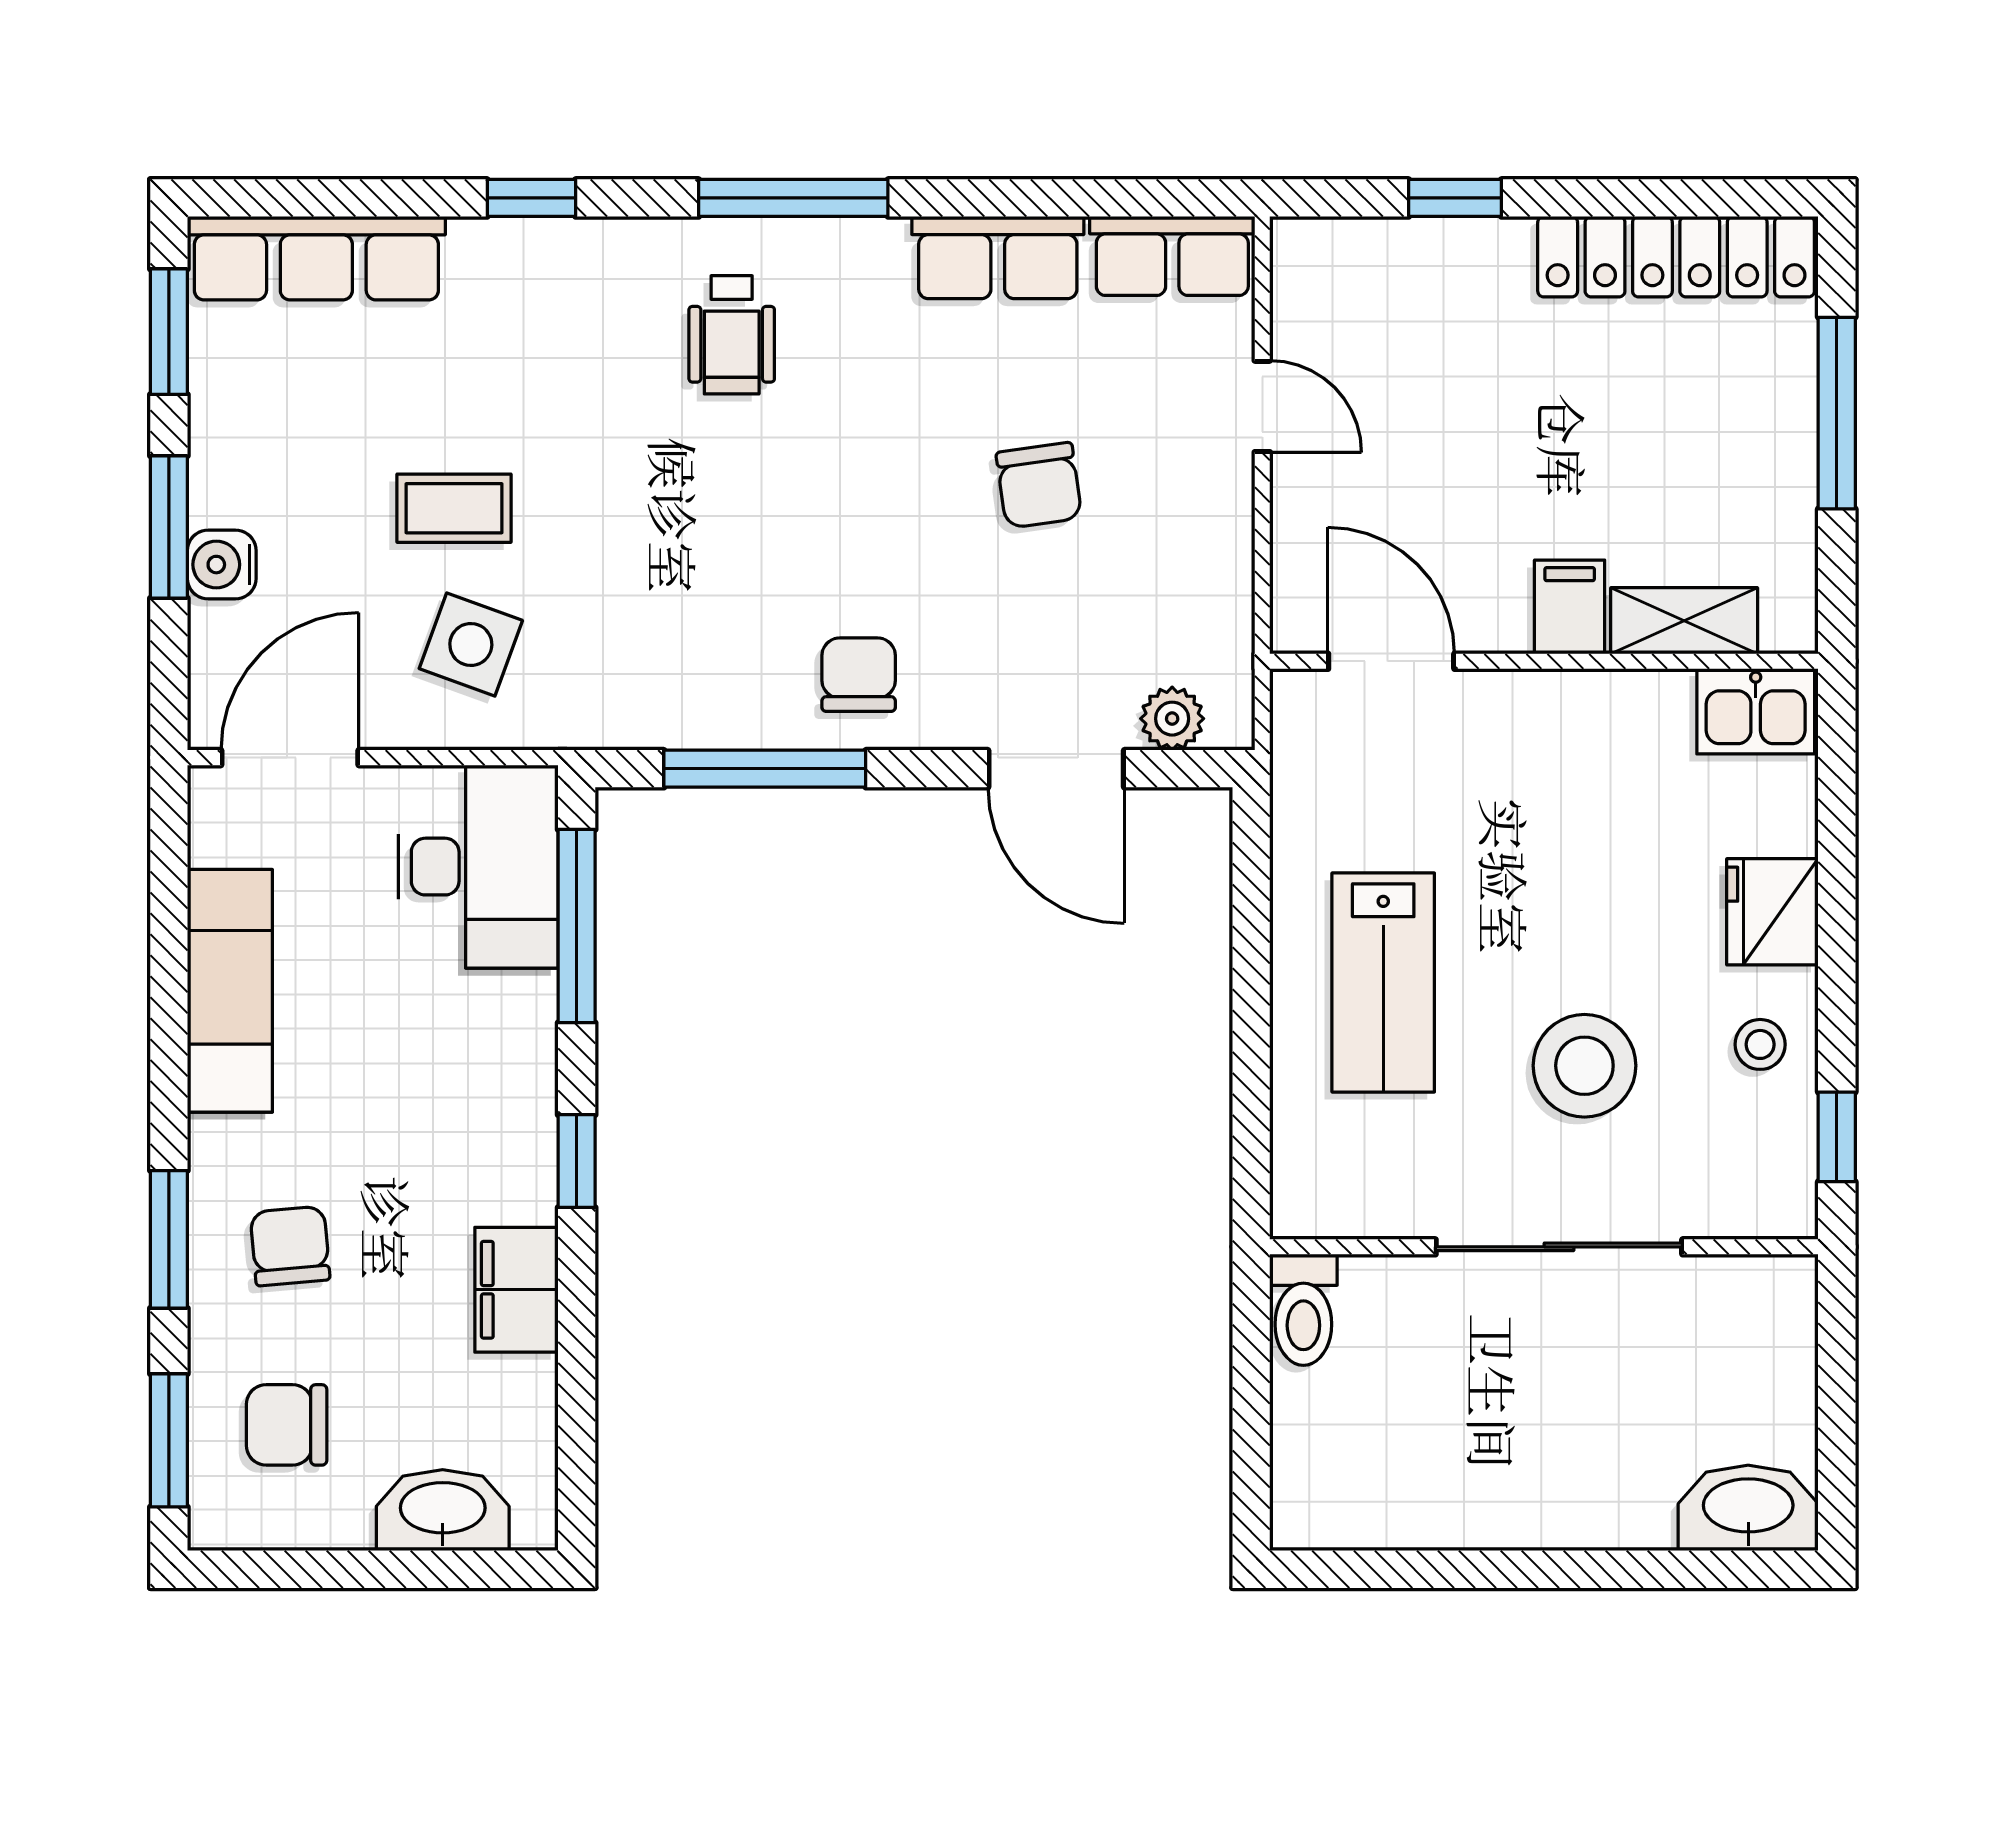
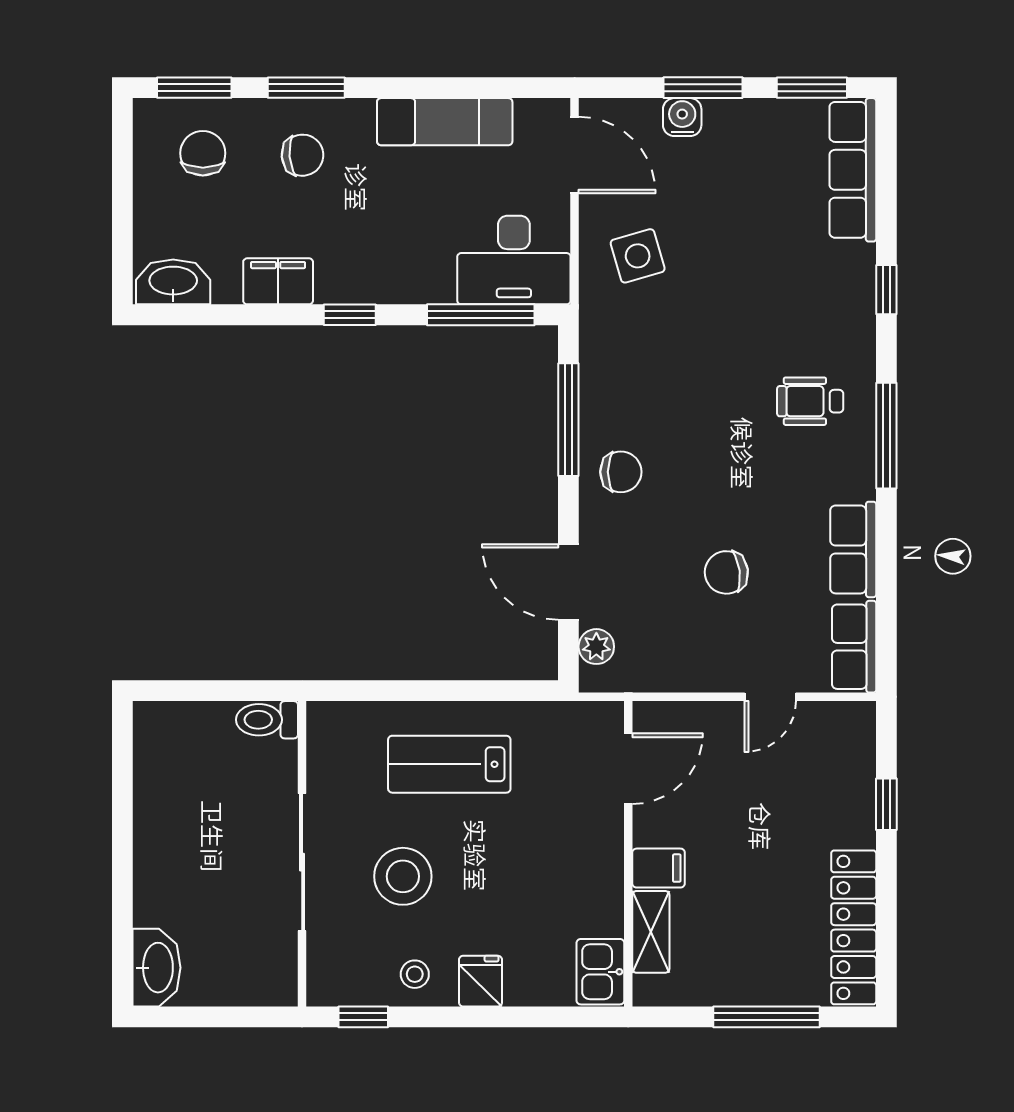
coffee table: (454, 508) -> (714, 246), removed
side table: (471, 644) -> (638, 256), turned -36
door: (1056, 769) -> (568, 582), hinge flipped
fridge: (1772, 912) -> (480, 981), width x0.72
washbasin: (443, 1510) -> (173, 282), moved, turned -90

